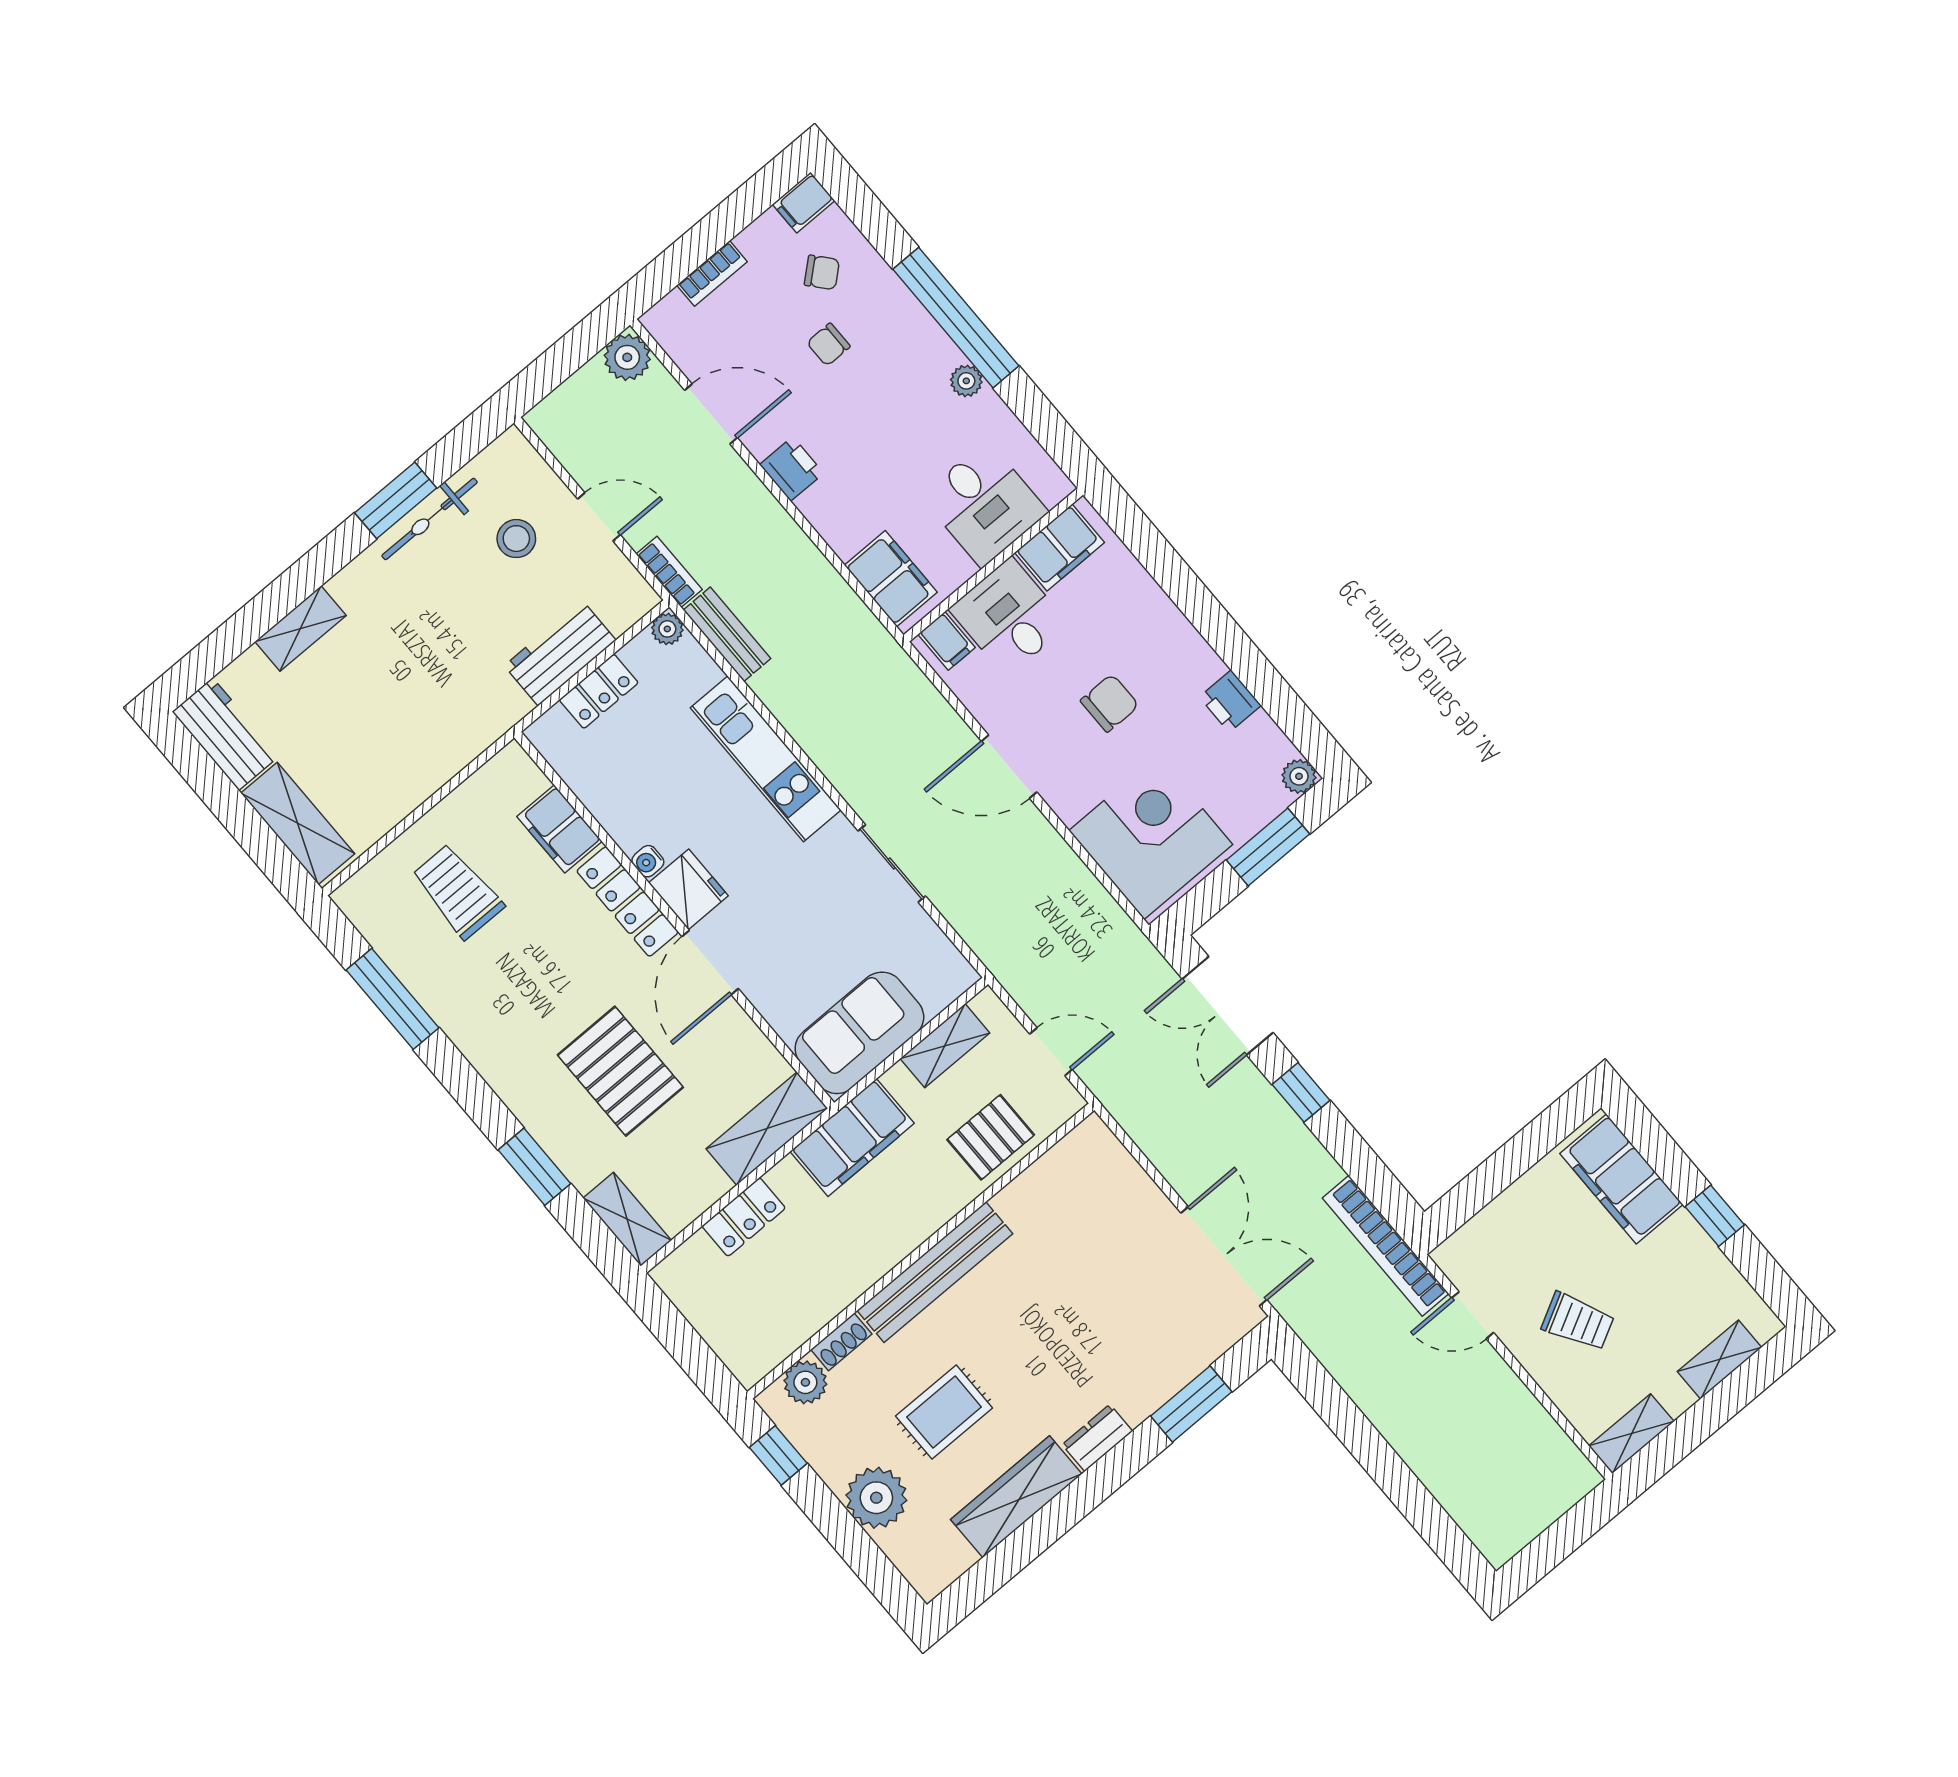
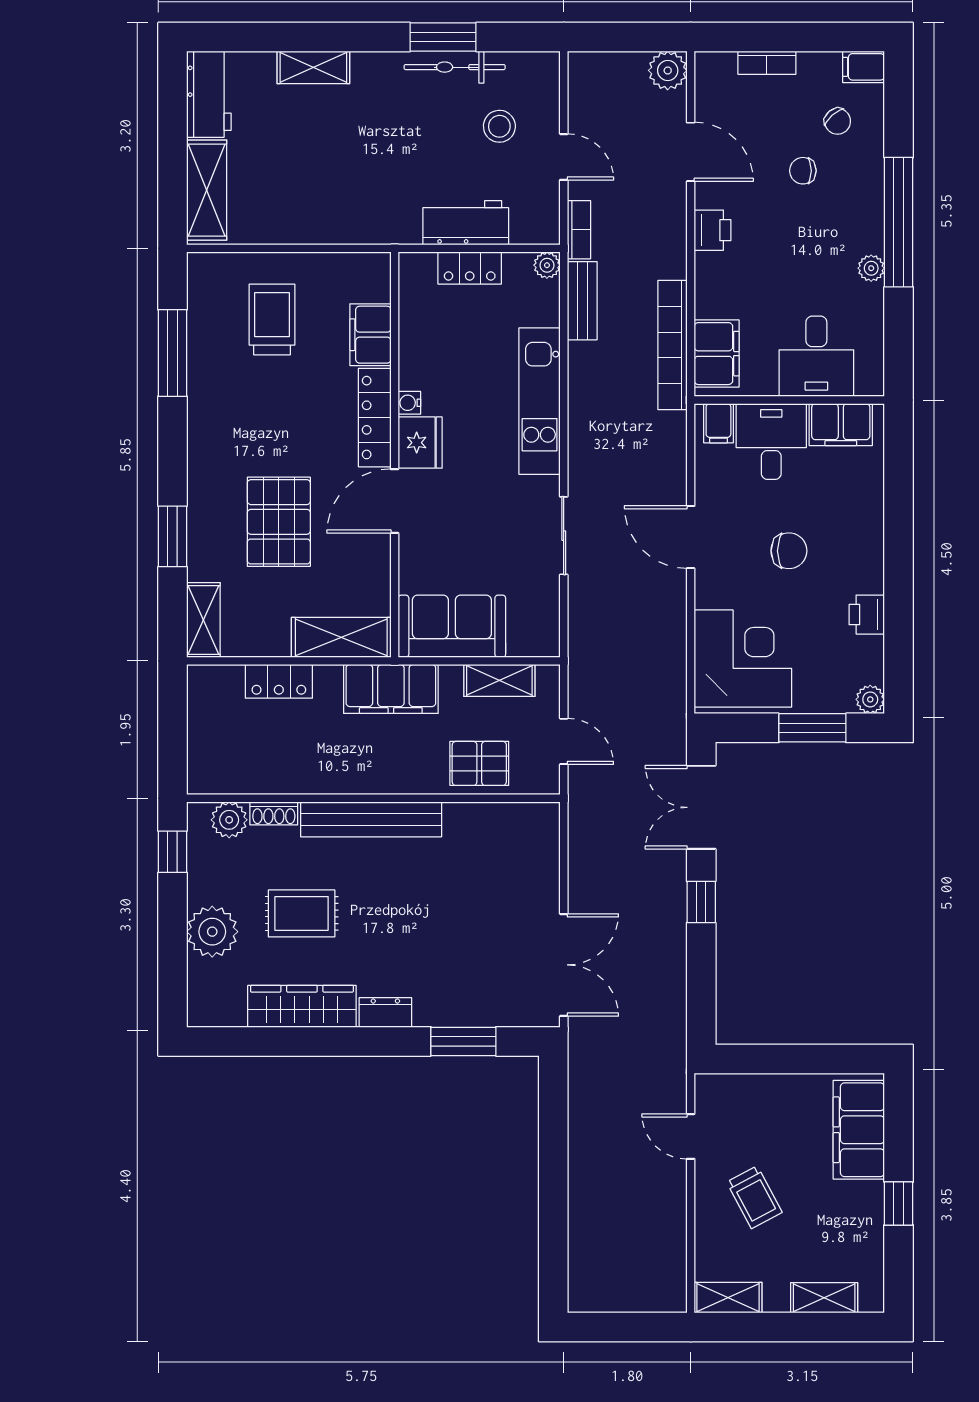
bookcase: (1386, 1246) -> (672, 345), moved

